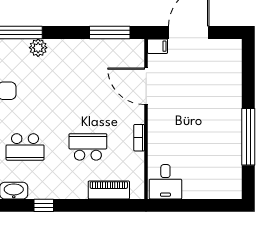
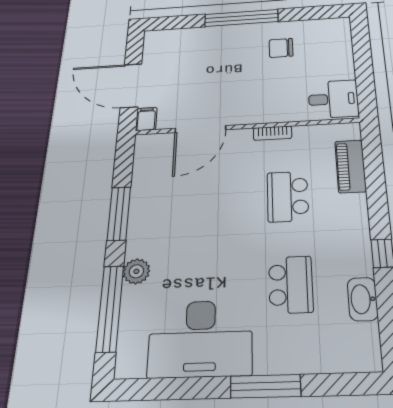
window: (110, 33) -> (119, 213), moved
window: (248, 137) -> (241, 18), moved
chair: (216, 146) -> (281, 48), added

